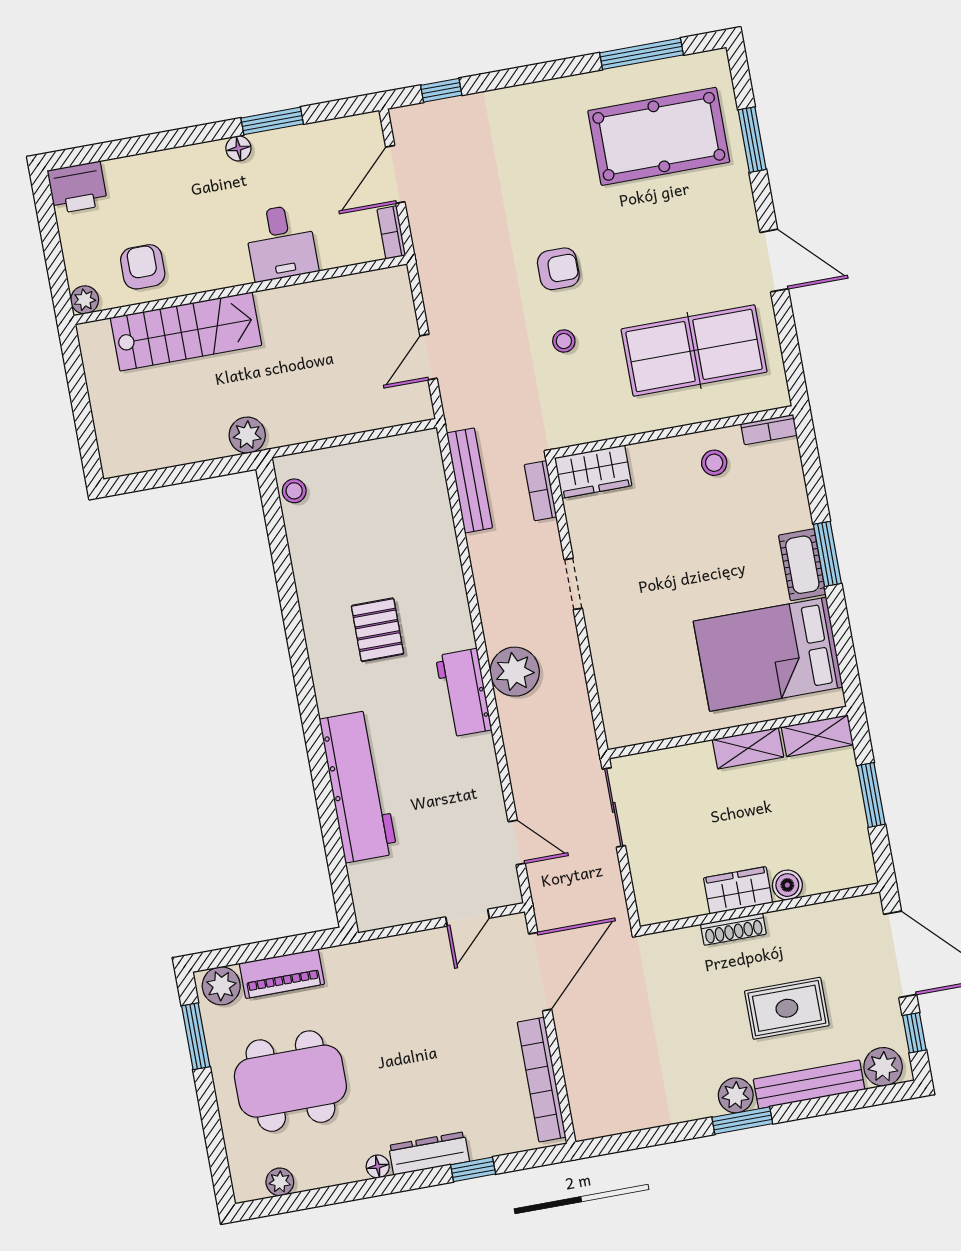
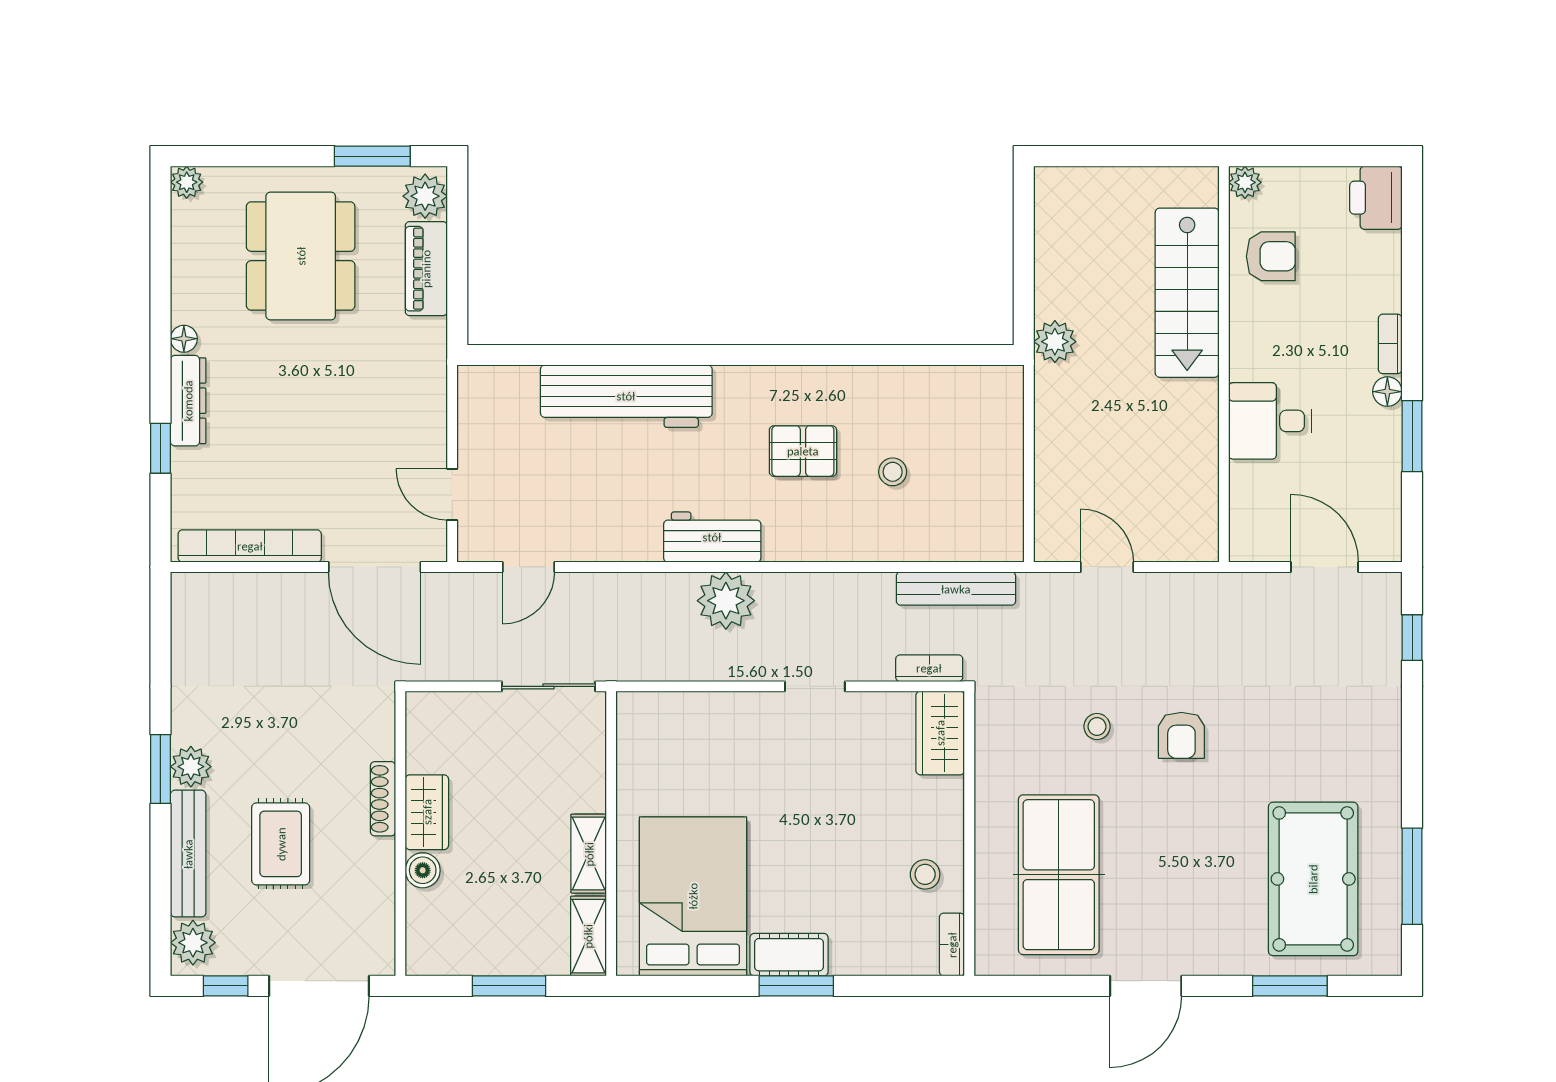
bookcase: (391, 232) -> (1390, 344), moved, turned -90
stool: (294, 491) -> (893, 472), moved
plant: (280, 1182) -> (187, 182), moved

